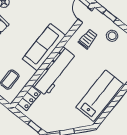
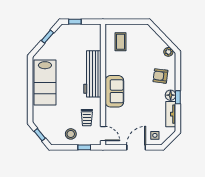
sofa: (44, 47) -> (114, 91), width x0.73
locker: (29, 98) -> (95, 39), removed

